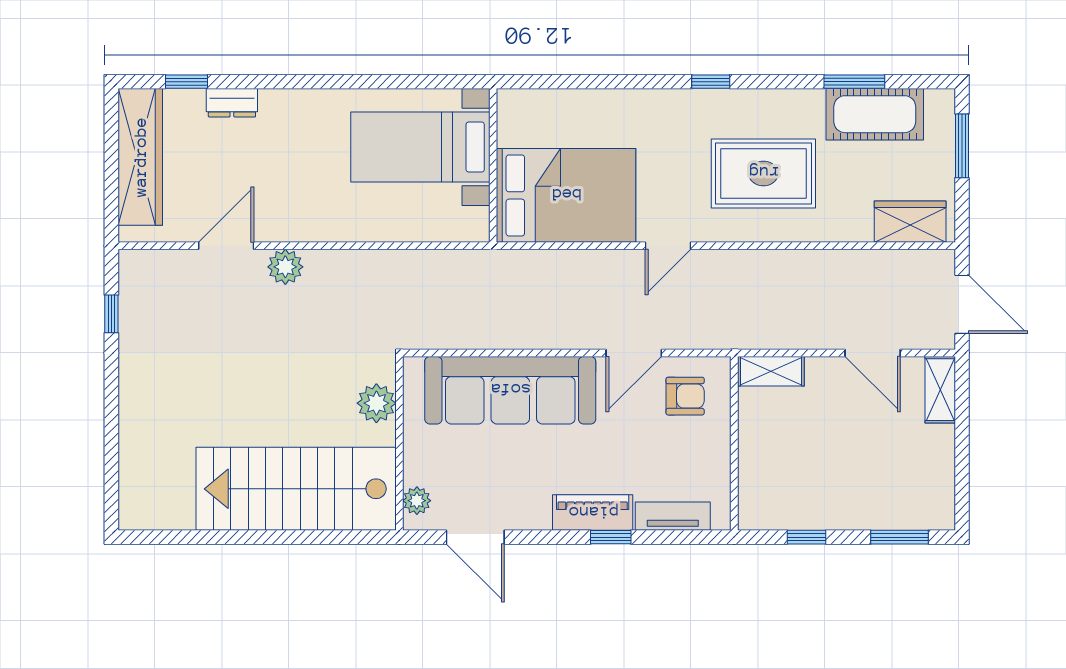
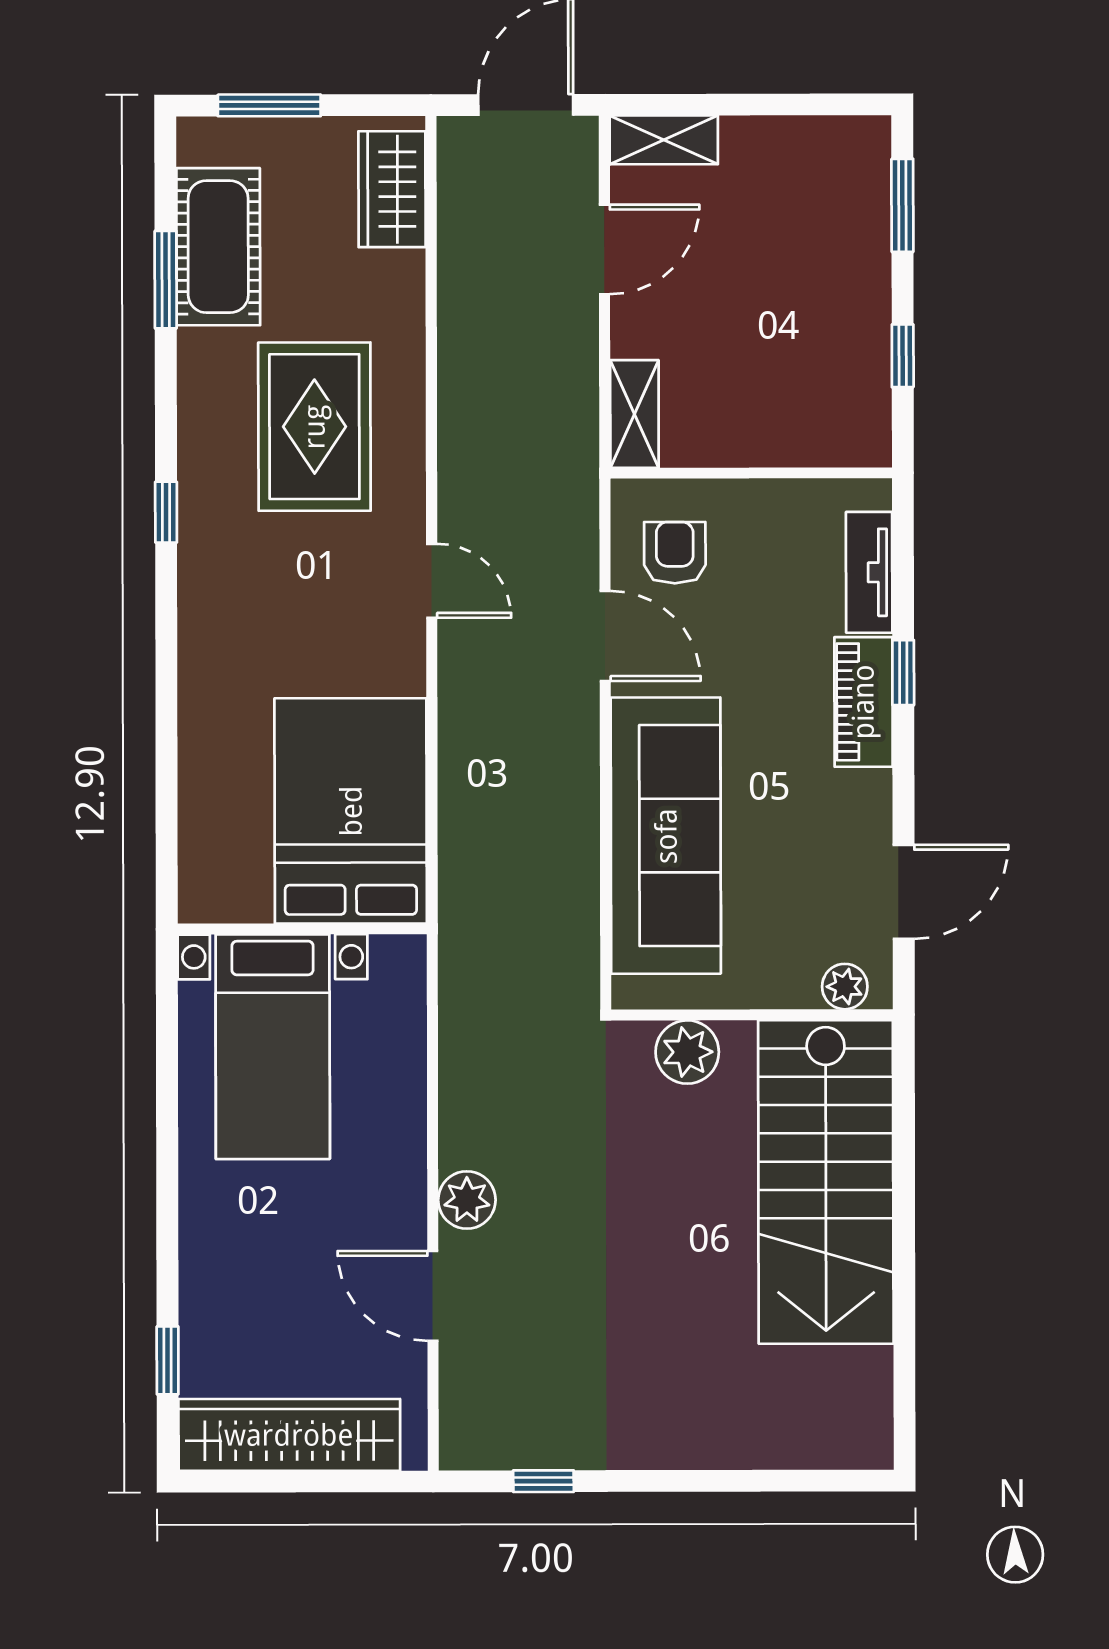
dresser: (232, 103) -> (201, 1287), removed
bed with nightstands: (420, 147) -> (273, 1047), moved
wall: (493, 165) -> (302, 929), moved
bed: (566, 195) -> (351, 811), moved

